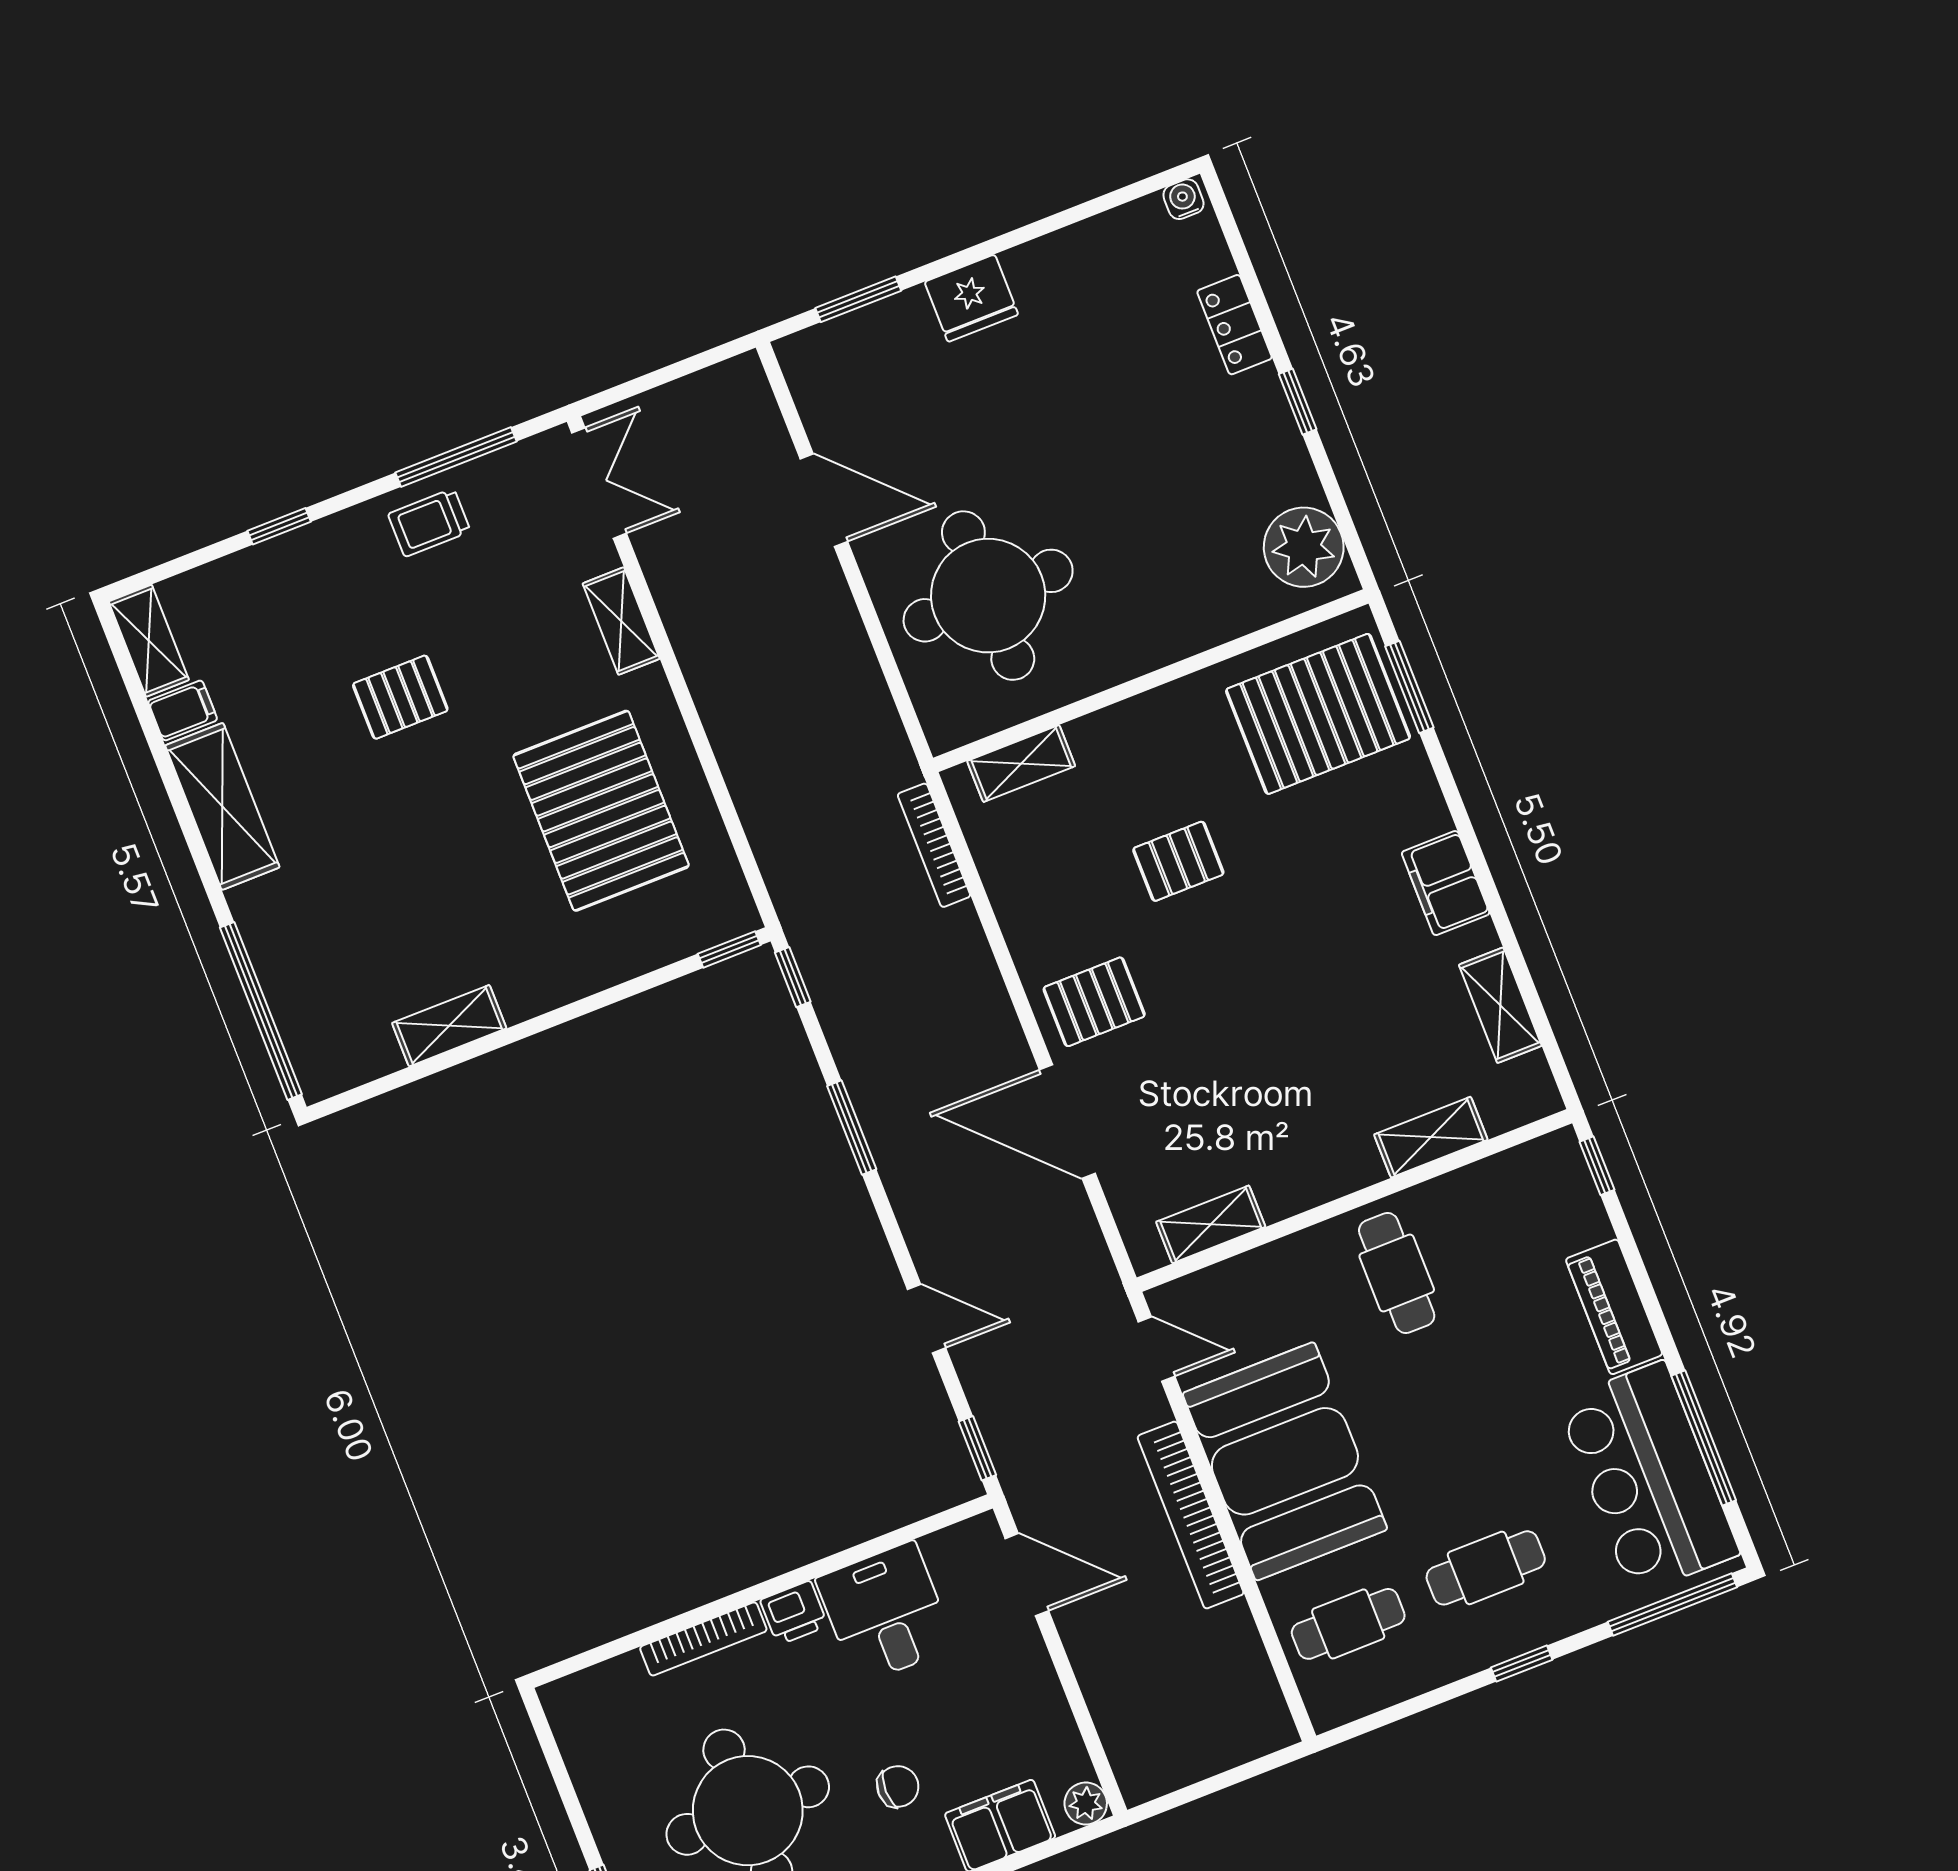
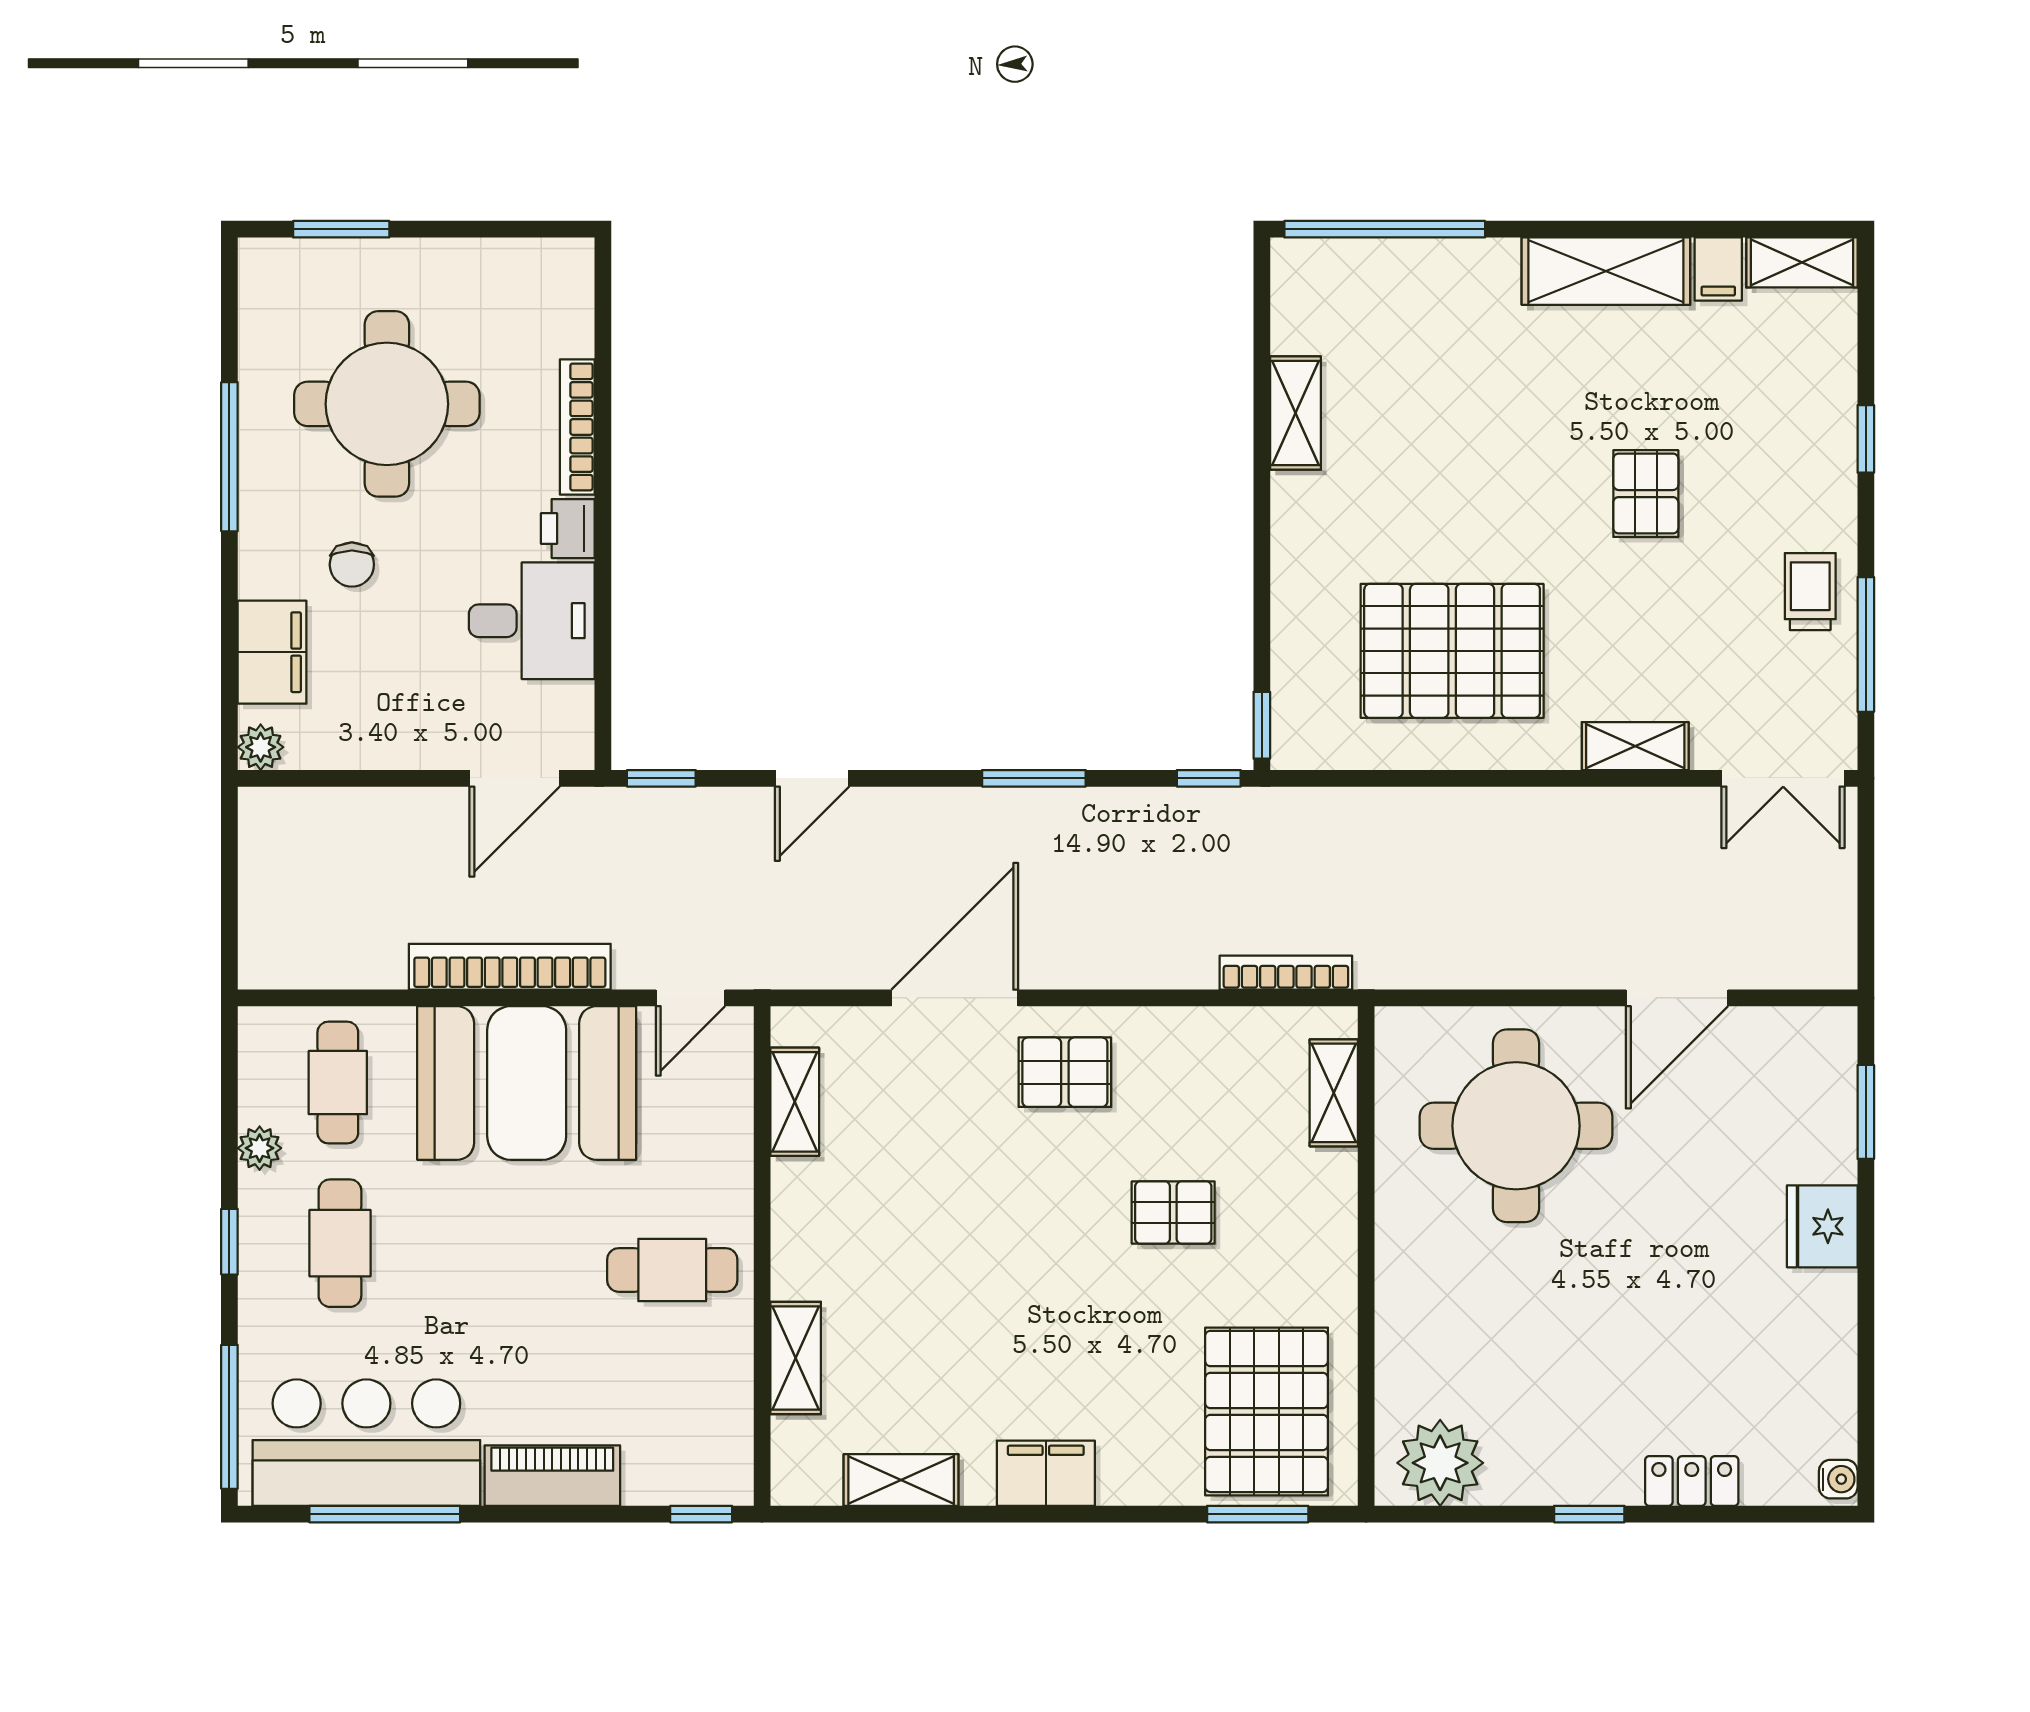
pallet: (1178, 861) -> (1173, 1213), turned 90
pallet: (1094, 1002) -> (1065, 1072), turned 90
plant: (1431, 1669) -> (260, 1148), added

